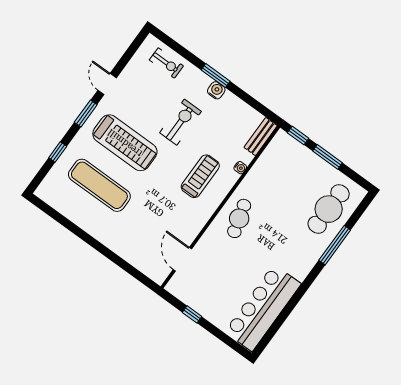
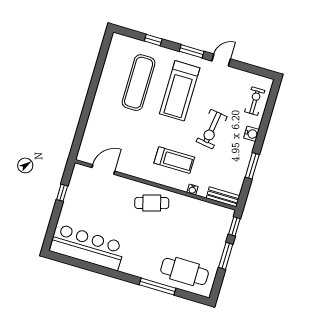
exercise bike: (166, 63) -> (255, 101), turned 180
window: (216, 76) -> (252, 166), moved
water cooler: (216, 90) -> (251, 134), moved
exercise bike: (180, 122) -> (212, 129), turned 98

